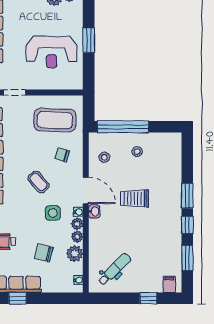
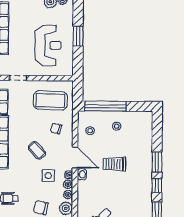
reception desk: (52, 52) -> (48, 45), turned -90

